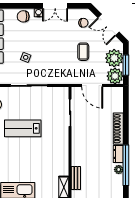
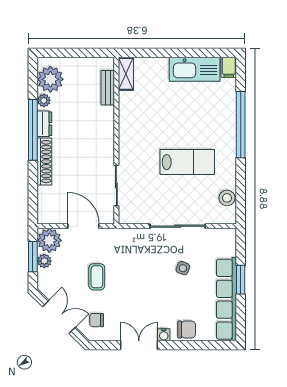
plant: (114, 58) -> (44, 261), width x0.53, depth x0.53
window: (126, 165) -> (33, 130), moved
plant: (114, 184) -> (50, 79), added

